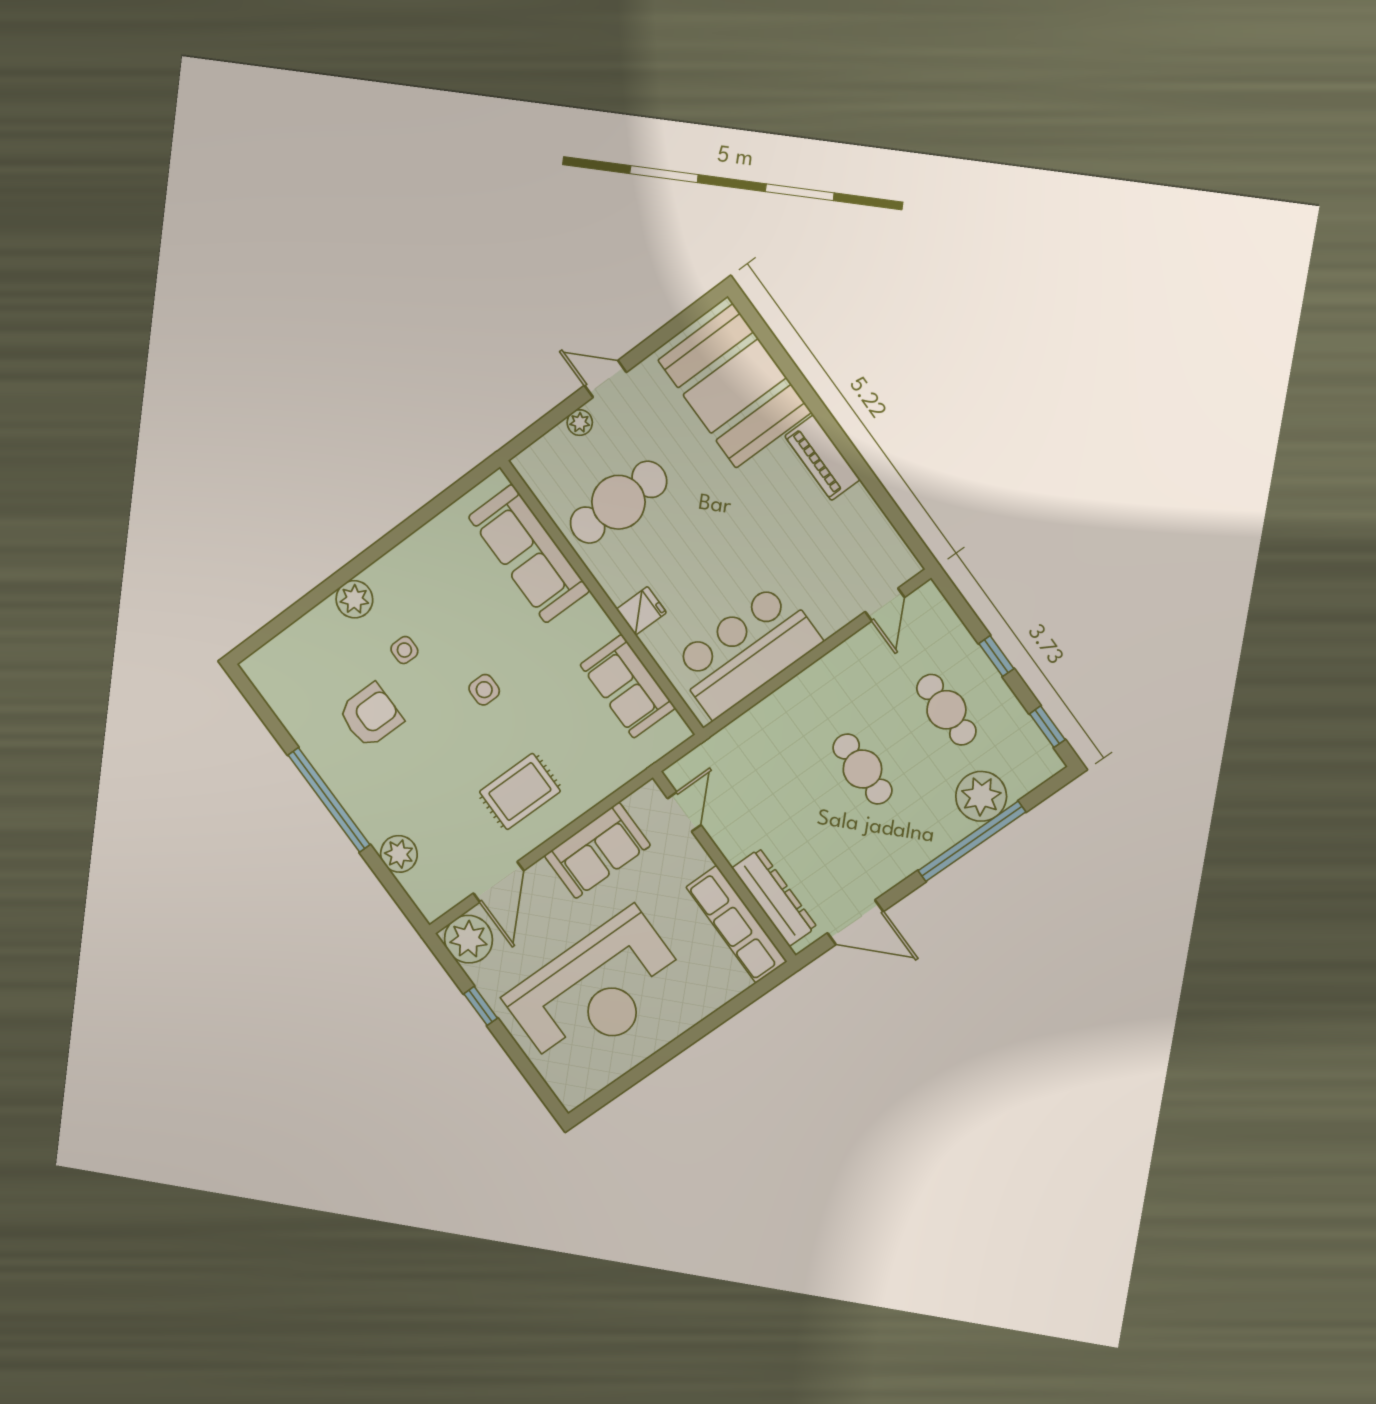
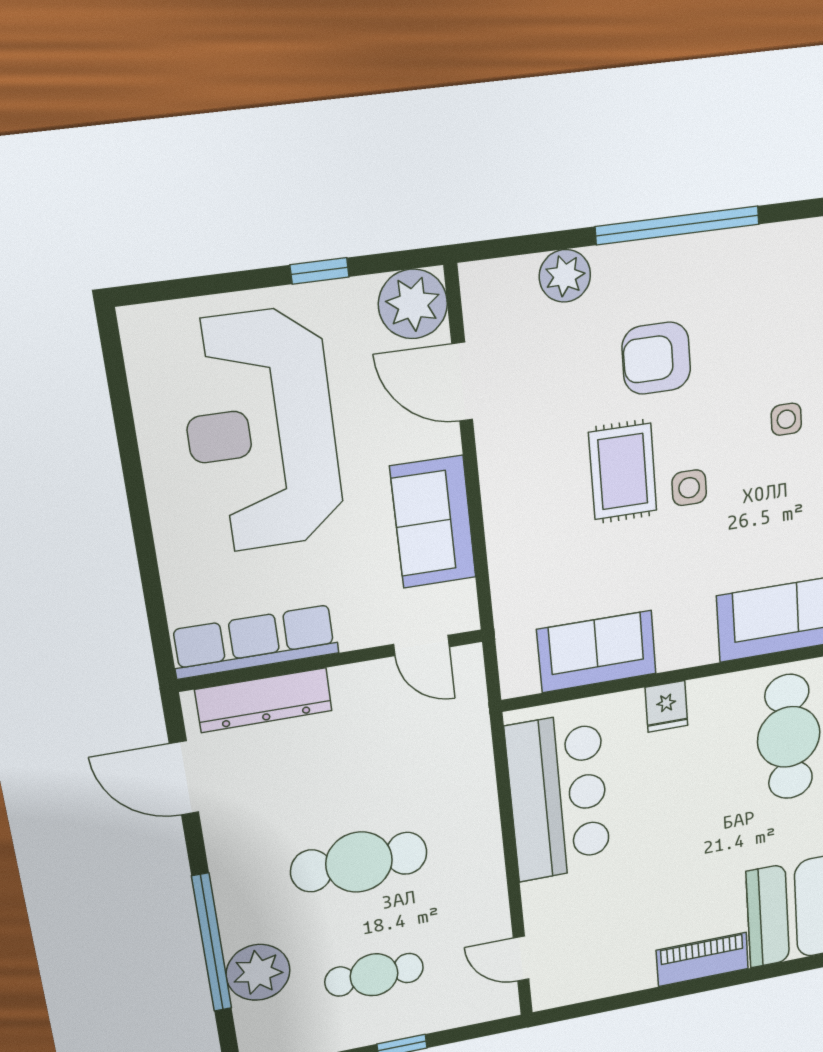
armchair: (371, 716) -> (656, 358), moved, turned 90
cafe table: (862, 769) -> (359, 862), width x1.37, depth x1.35
rug: (520, 792) -> (623, 472), moved
door: (855, 922) -> (184, 778), hinge flipped

